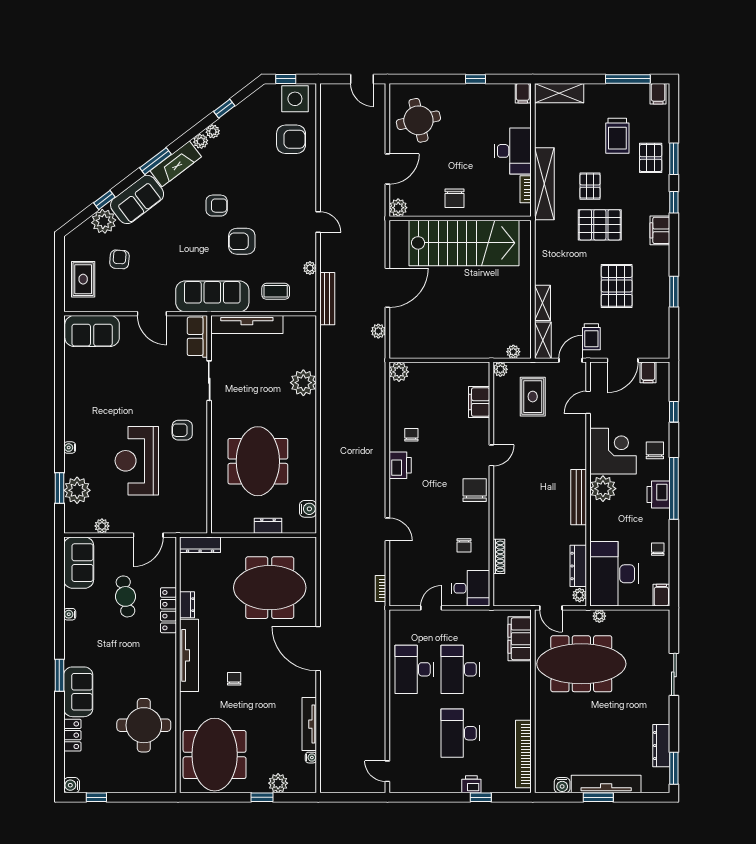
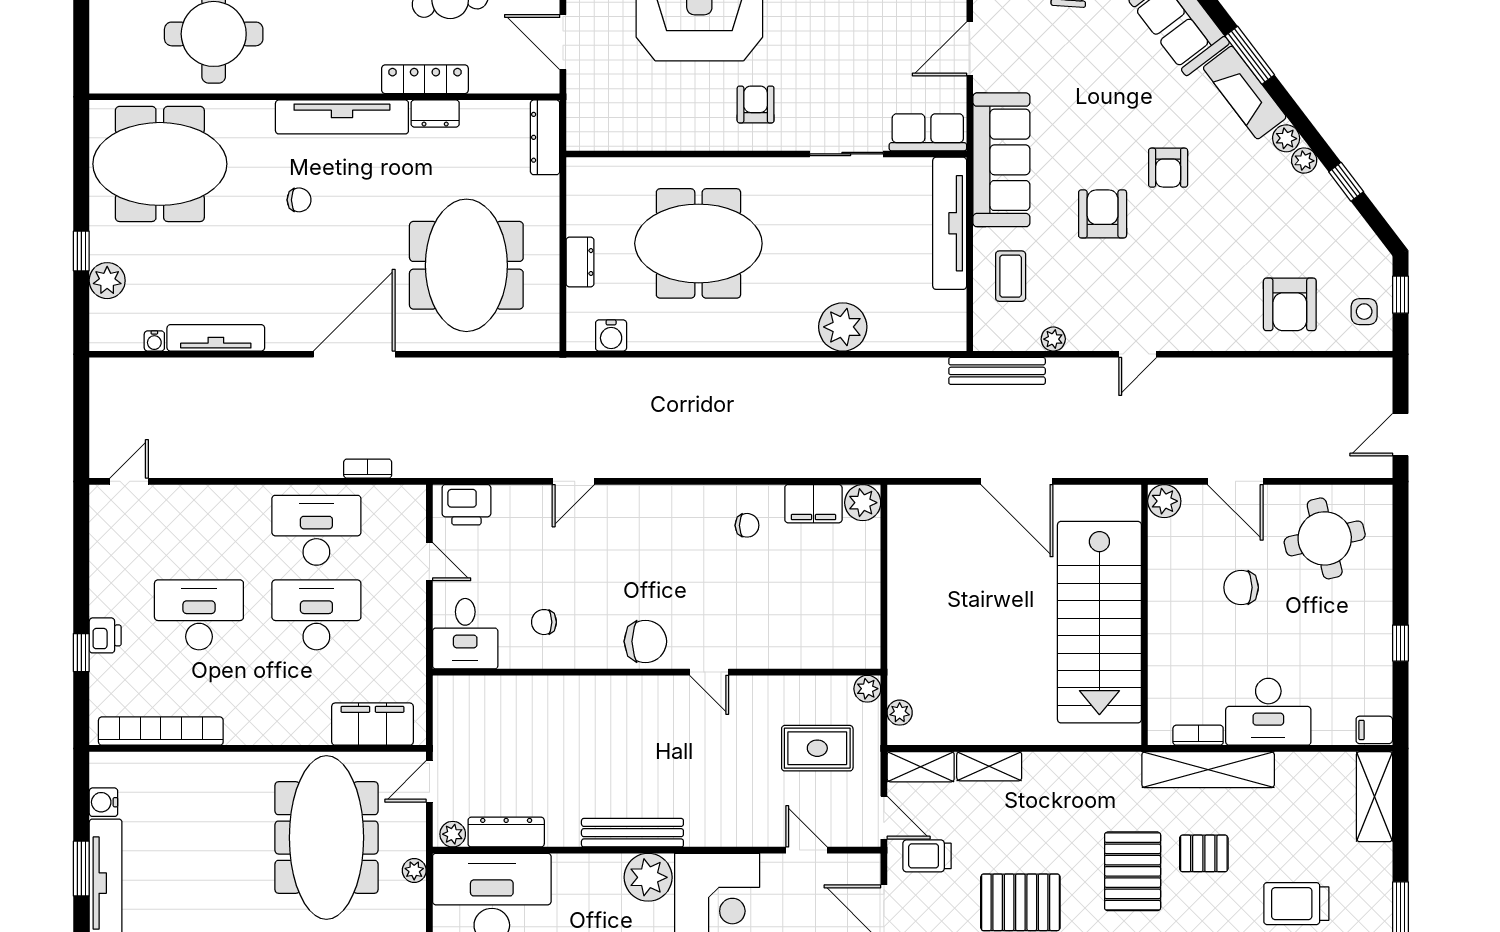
side table: (295, 99) -> (1364, 312), width x0.54, depth x0.54
chair: (455, 198) -> (1241, 587), moved
plant: (378, 331) -> (937, 465), removed
filing cabinet: (479, 402) -> (813, 504), moved, turned 180
printer: (400, 465) -> (466, 505), moved
shoe rack: (499, 556) -> (524, 686), removed
bookcase: (380, 588) -> (368, 469), moved

